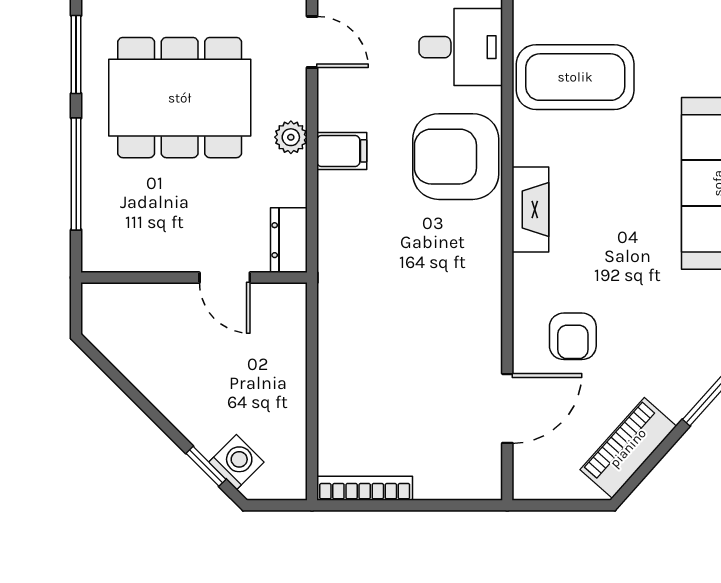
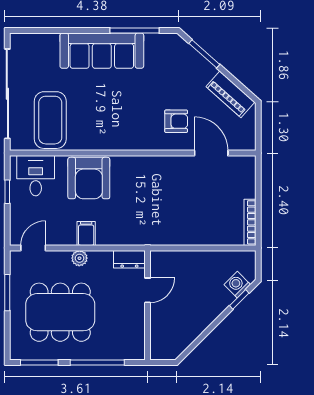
dining table: (180, 98) -> (60, 312), turned 90
fireplace: (530, 210) -> (115, 142), removed

